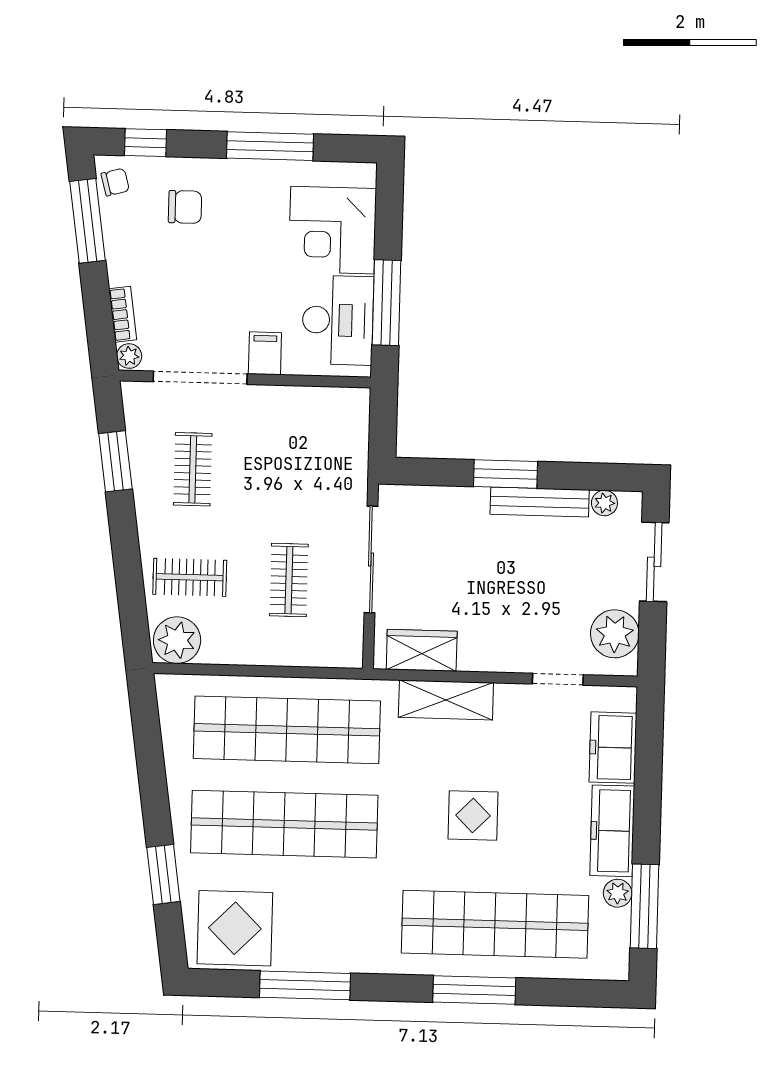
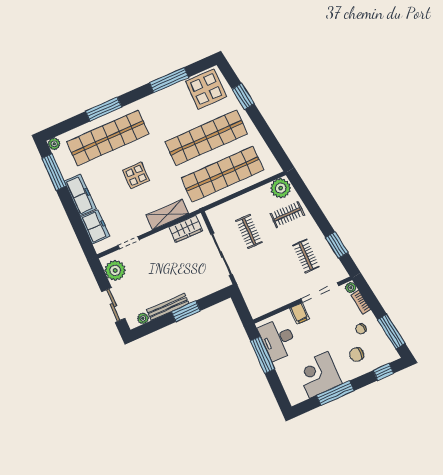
chair: (115, 182) -> (361, 329), moved
corner desk: (332, 230) -> (319, 375), moved, turned -90
plant: (618, 893) -> (54, 144), moved

